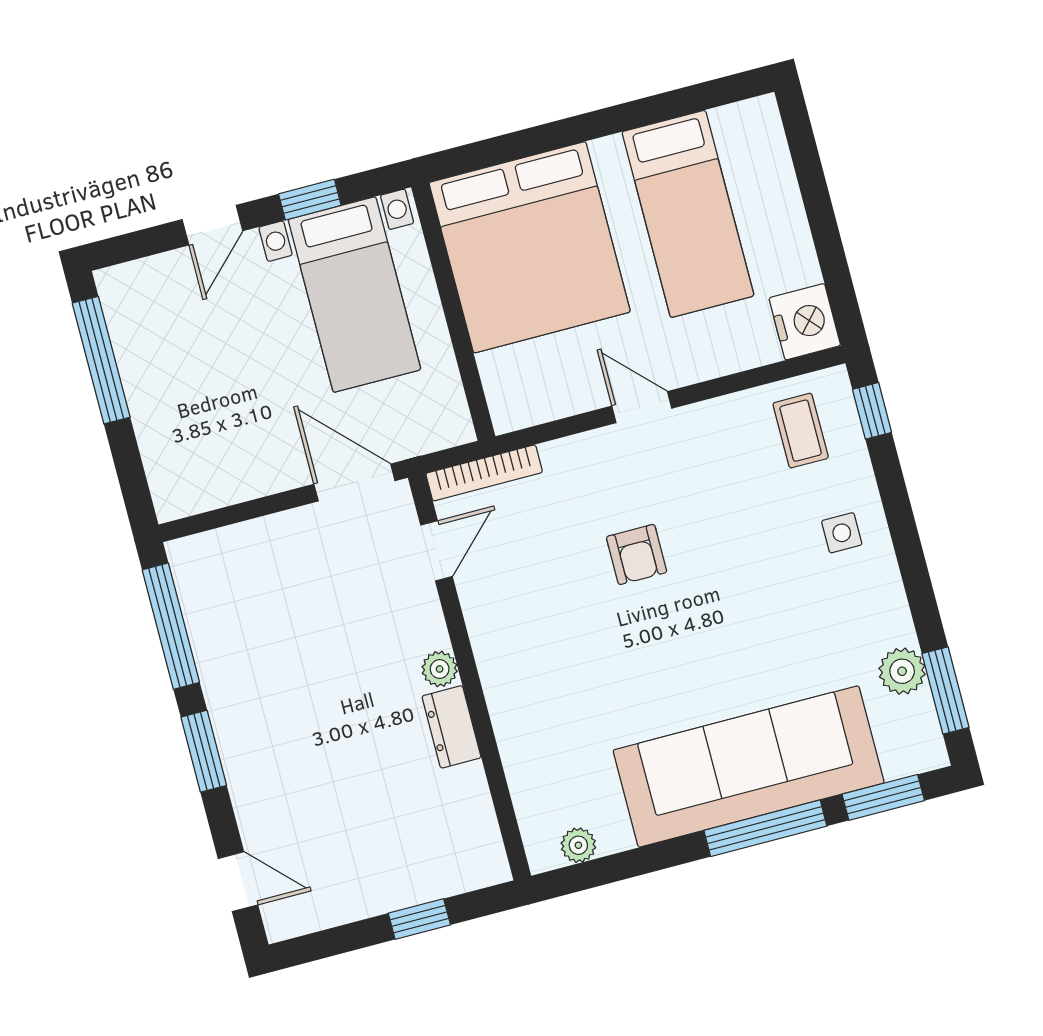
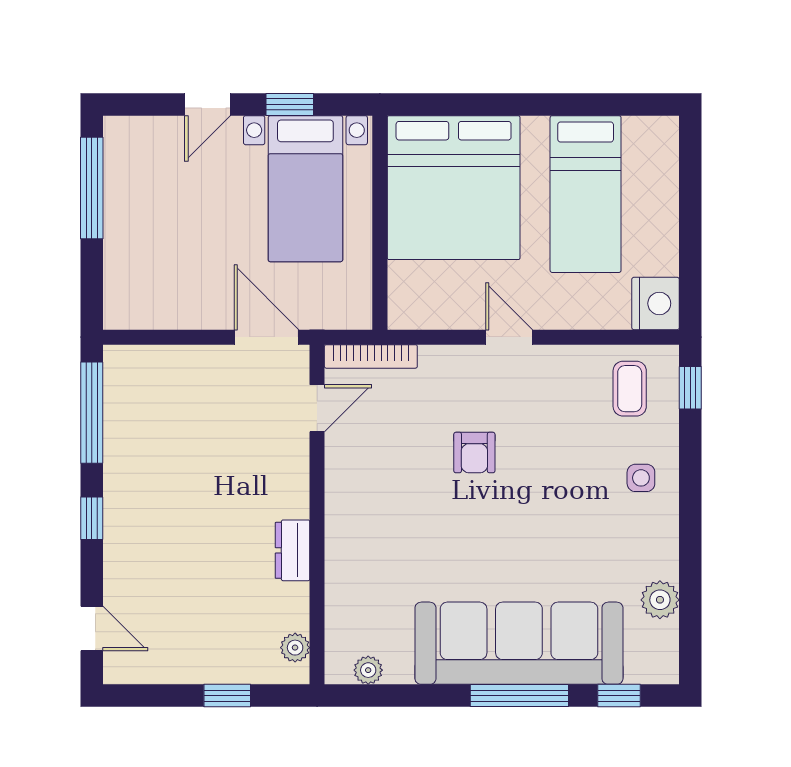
plant: (440, 669) -> (295, 648), moved
window: (945, 691) -> (690, 624), removed
window: (204, 751) -> (92, 518), width x0.67
window: (883, 797) -> (619, 696), width x0.67

